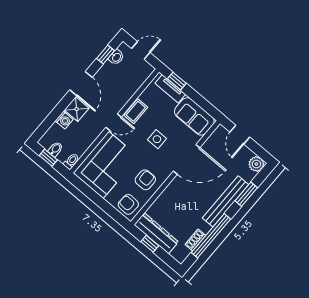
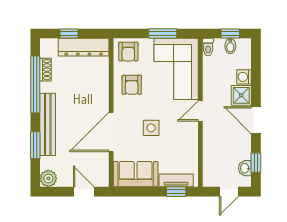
coffee table: (136, 111) -> (189, 136), removed
window: (94, 197) -> (163, 33), added
armchair: (128, 204) -> (128, 52), turned 87
window: (150, 244) -> (69, 33), moved

